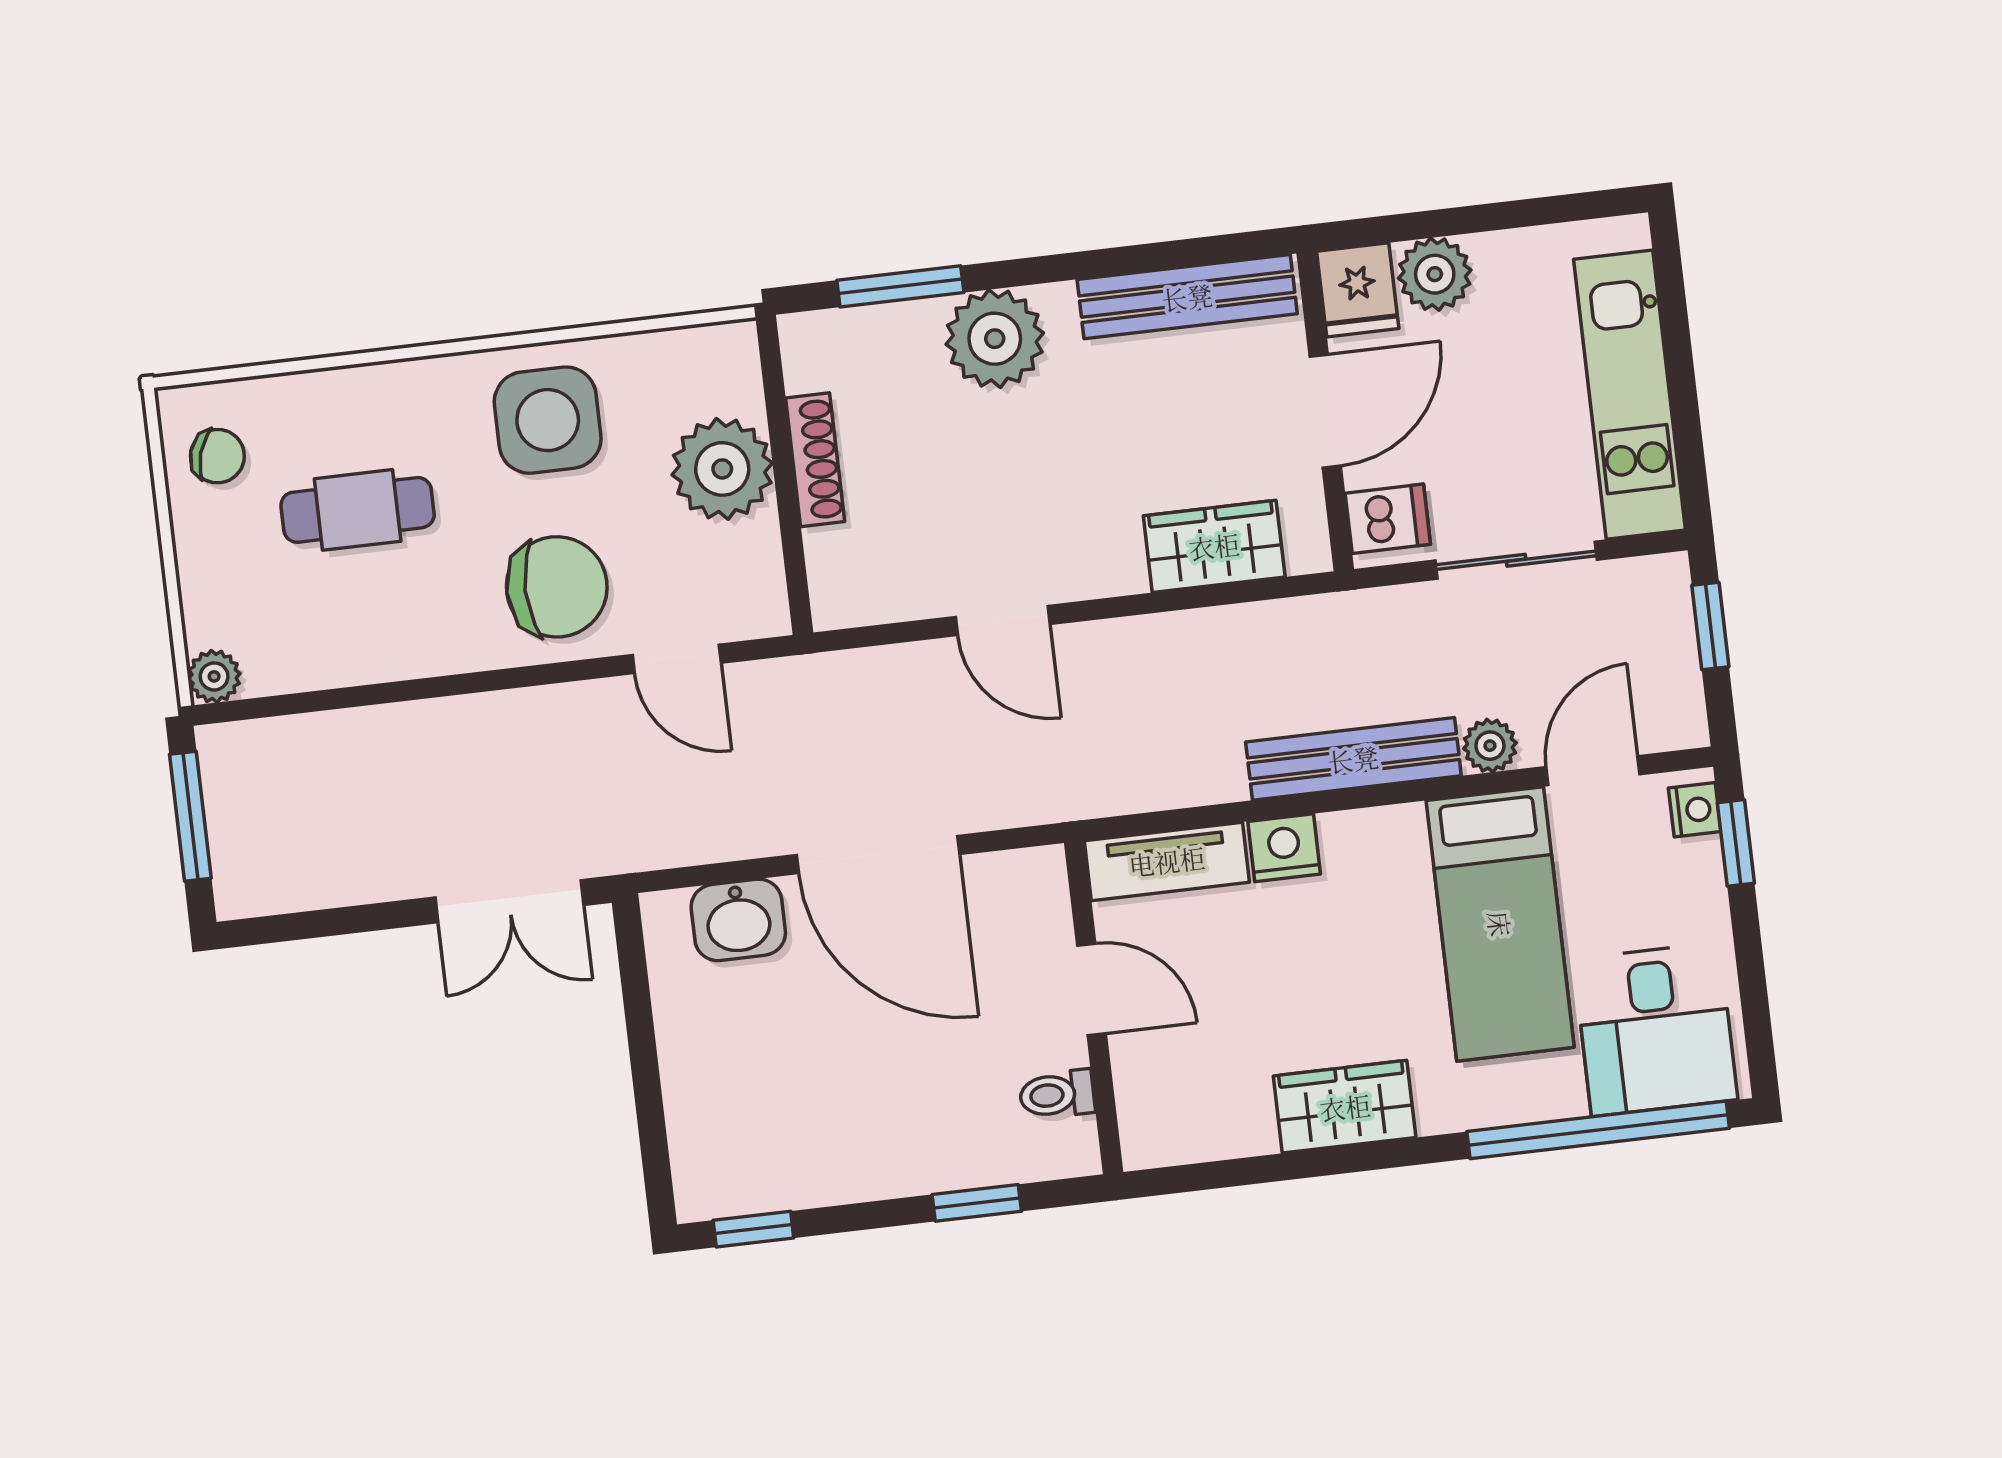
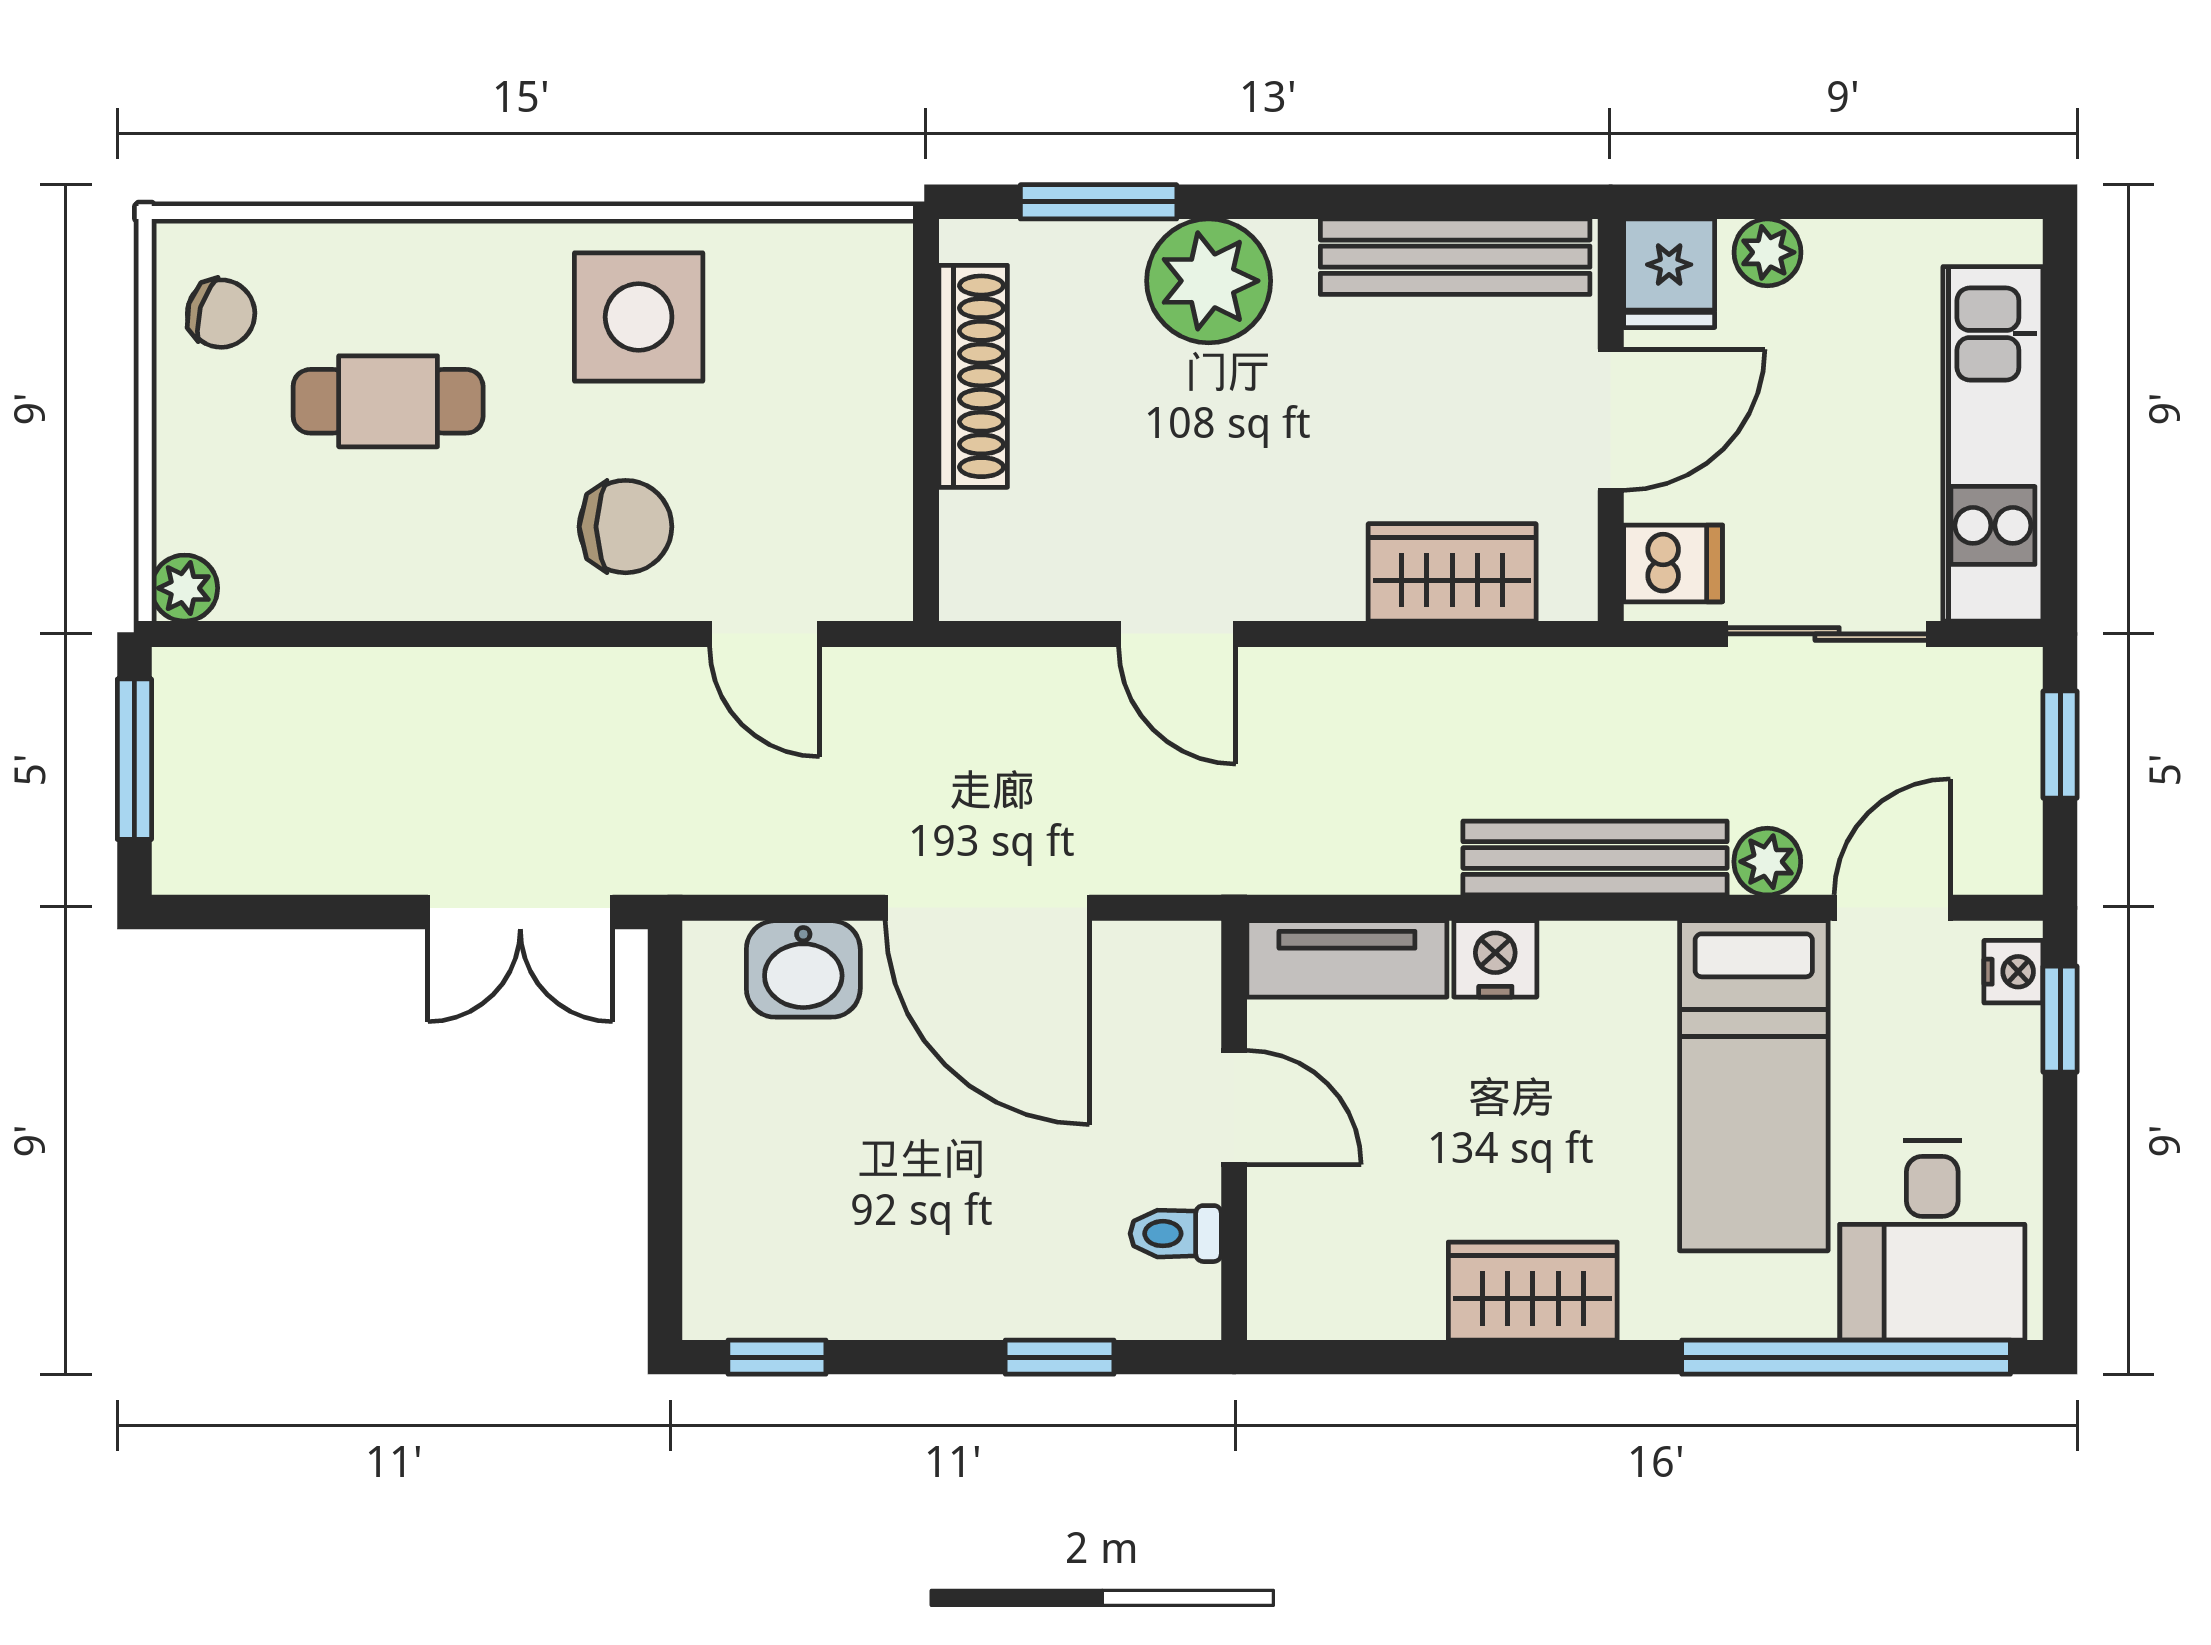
plant: (1435, 274) -> (1767, 252), width x0.73, depth x0.73
shoe rack: (815, 460) -> (973, 376), width x1.36, depth x1.24
plant: (722, 469) -> (849, 404), removed
chair: (557, 587) -> (626, 527), width x0.73, depth x0.73

